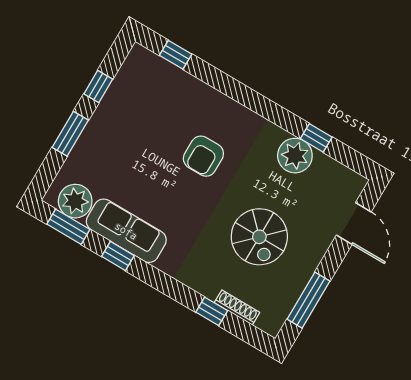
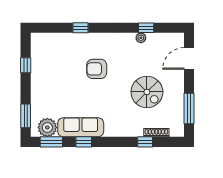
window: (176, 55) -> (80, 28), moved
window: (70, 134) -> (26, 116), moved
armchair: (203, 156) -> (97, 69), turned 90
plant: (295, 156) -> (141, 38), width x0.53, depth x0.53
door: (354, 223) -> (189, 58), swing flipped

